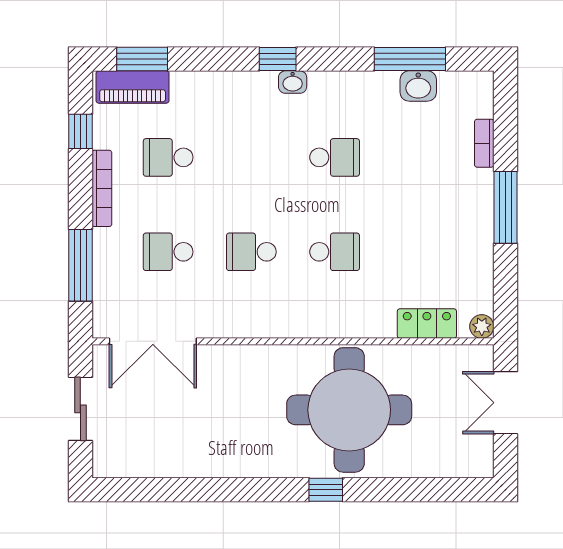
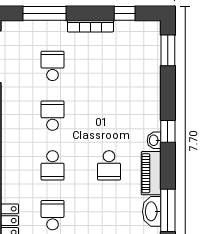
washbasin: (418, 86) -> (152, 211), width x1.38
piano: (133, 87) -> (151, 173), moved
school desk: (168, 157) -> (53, 215), moved

